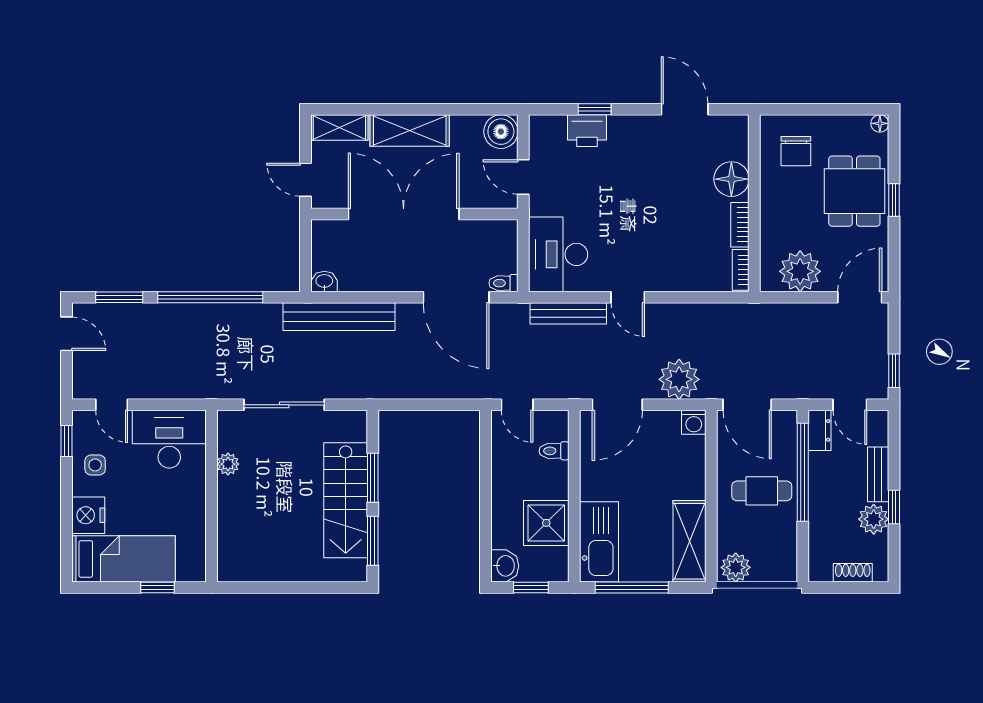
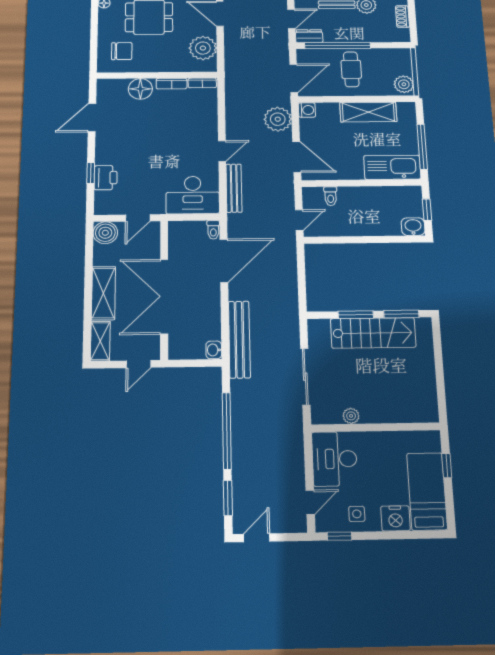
shower: (546, 523) -> (381, 200), removed
shelving: (690, 541) -> (368, 112), moved

